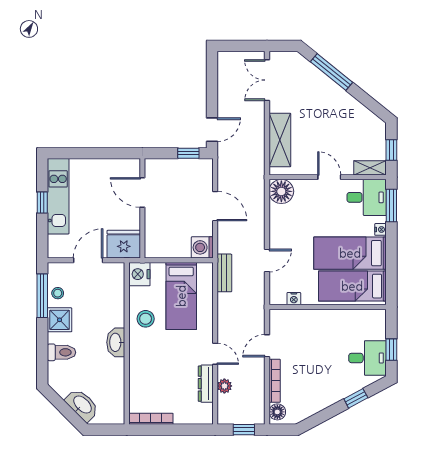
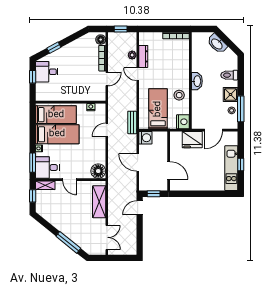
door: (142, 192) -> (169, 170), moved
wall: (142, 208) -> (169, 161), moved

